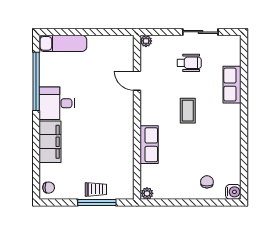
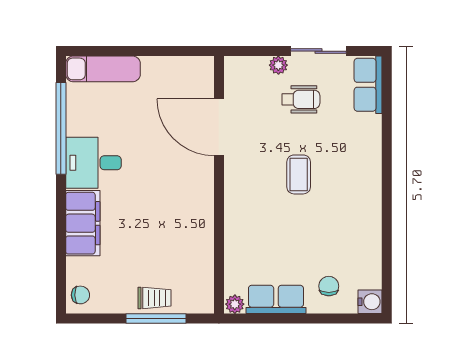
plant: (146, 41) -> (278, 65), moved
door: (137, 81) -> (219, 127), width x1.88
row of seats: (232, 85) -> (368, 85), moved
row of seats: (149, 145) -> (276, 299), moved, turned -90

